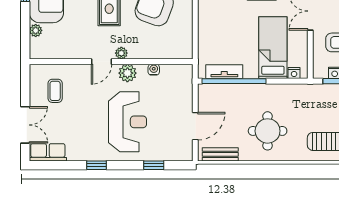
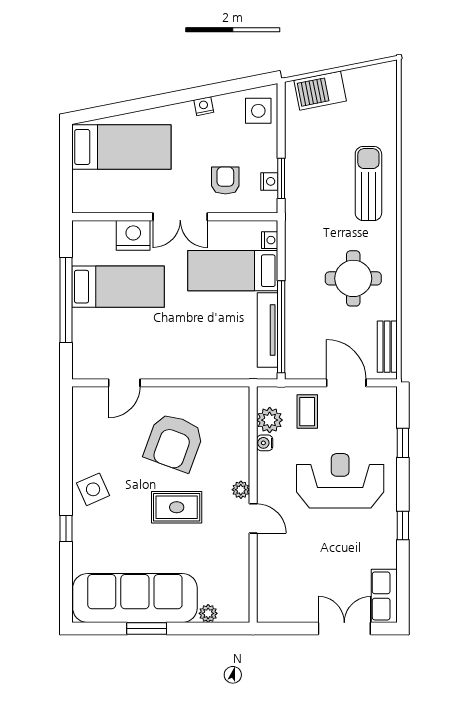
tv unit: (224, 72) -> (268, 330), width x1.41
plant: (127, 73) -> (270, 420), moved
coffee table: (55, 91) -> (307, 412), moved, turned 90

